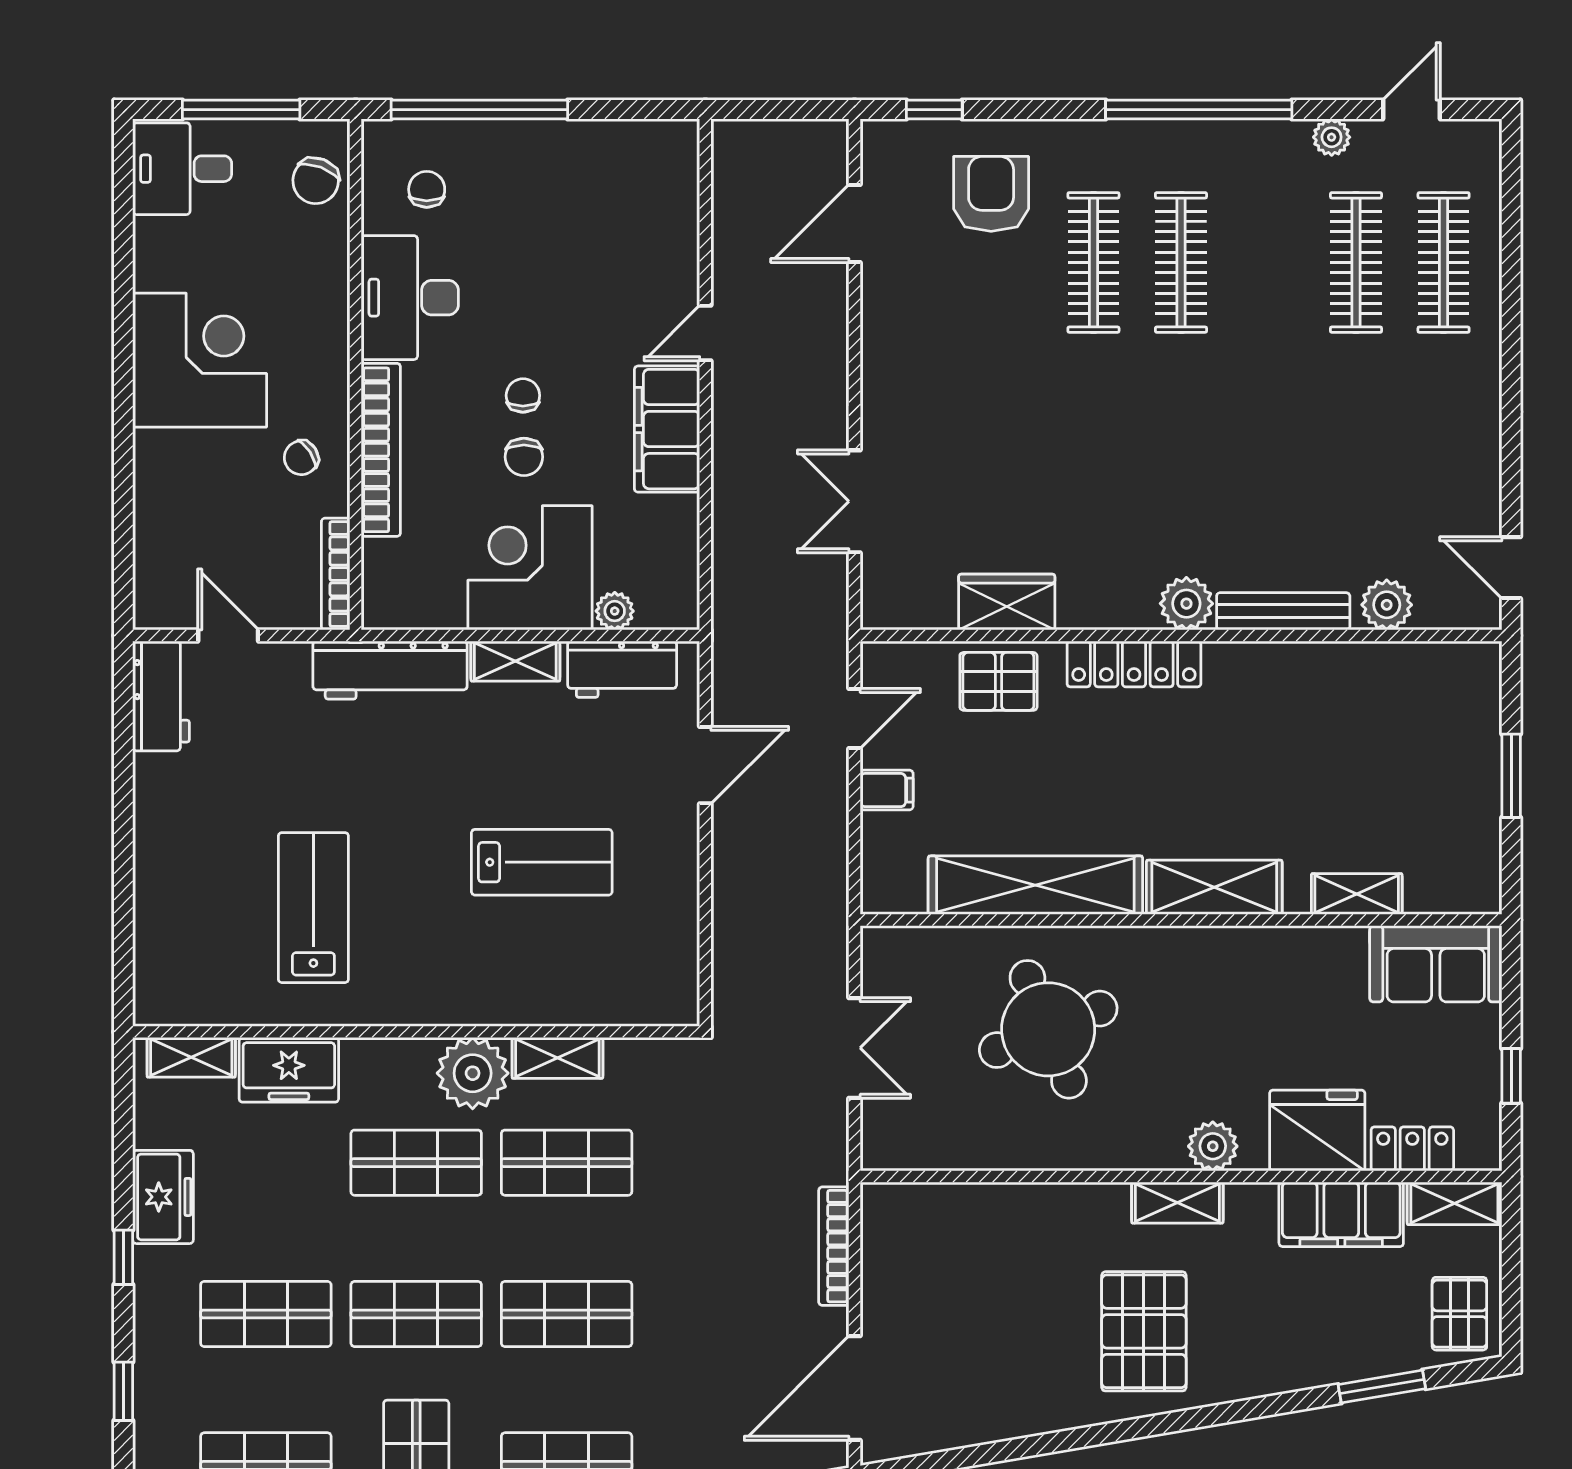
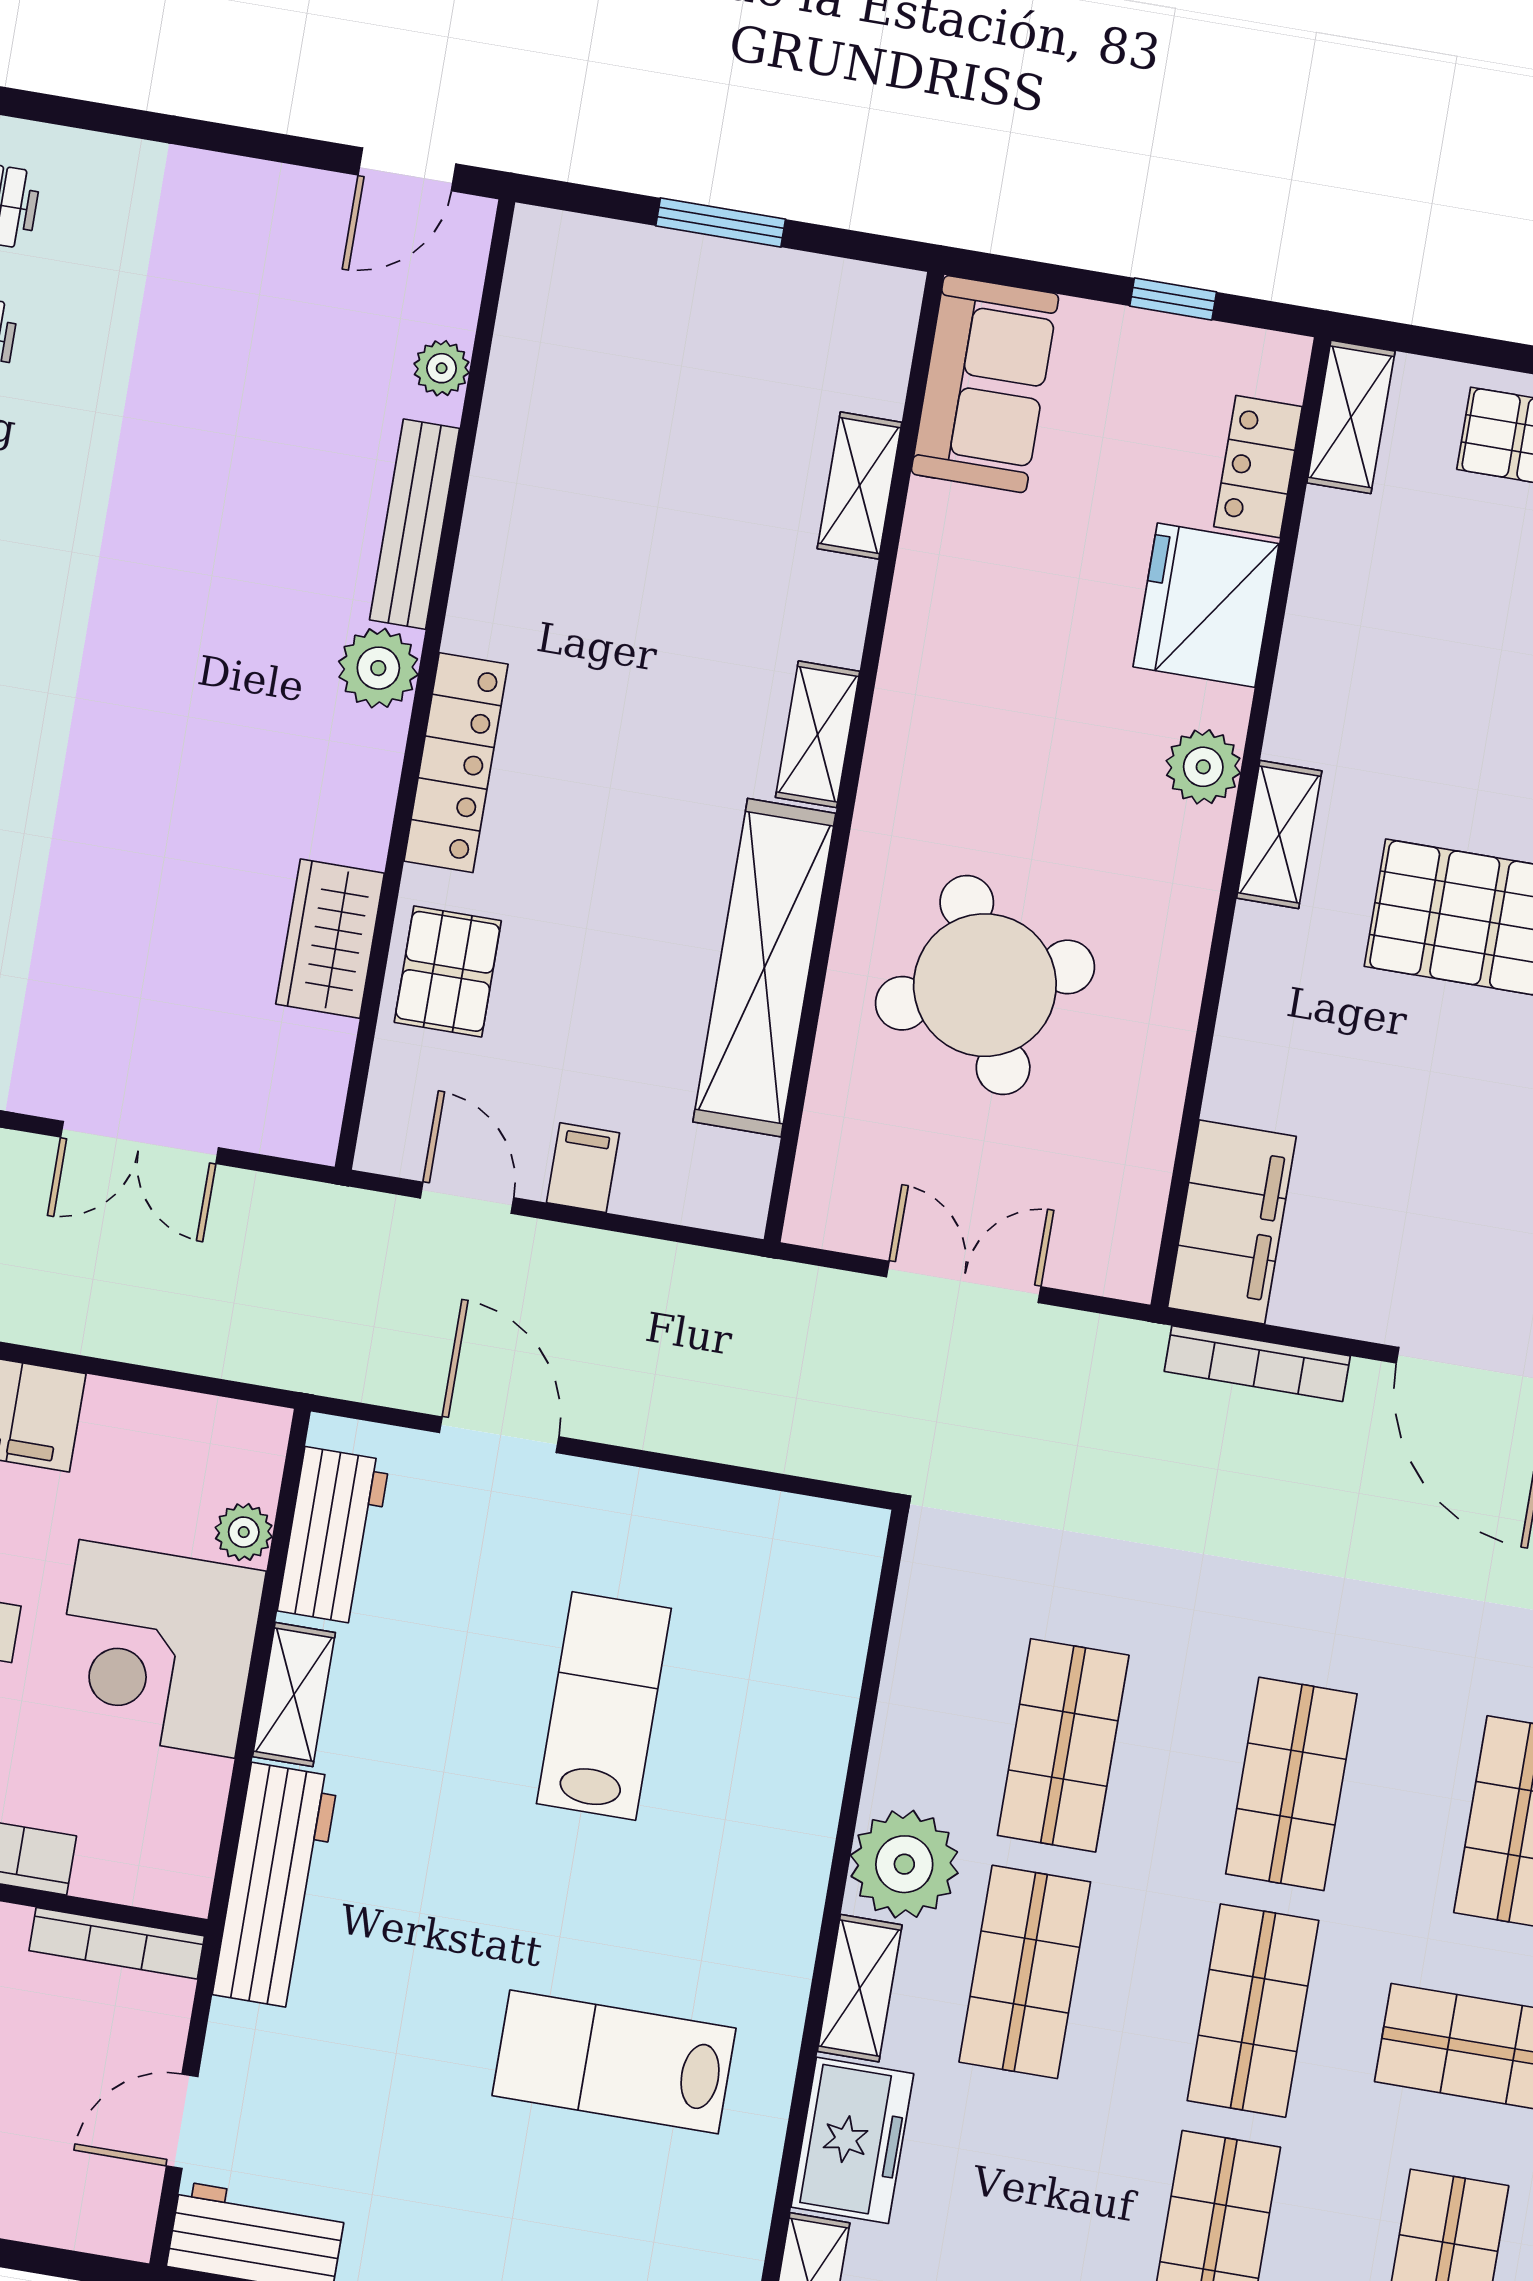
plant: (1387, 605) -> (442, 368), width x0.73, depth x0.73
shelving: (1214, 887) -> (818, 734), width x0.67, depth x0.75
shelving: (557, 1058) -> (860, 1988), moved
filing cabinet: (1341, 1214) -> (1232, 1222), moved

